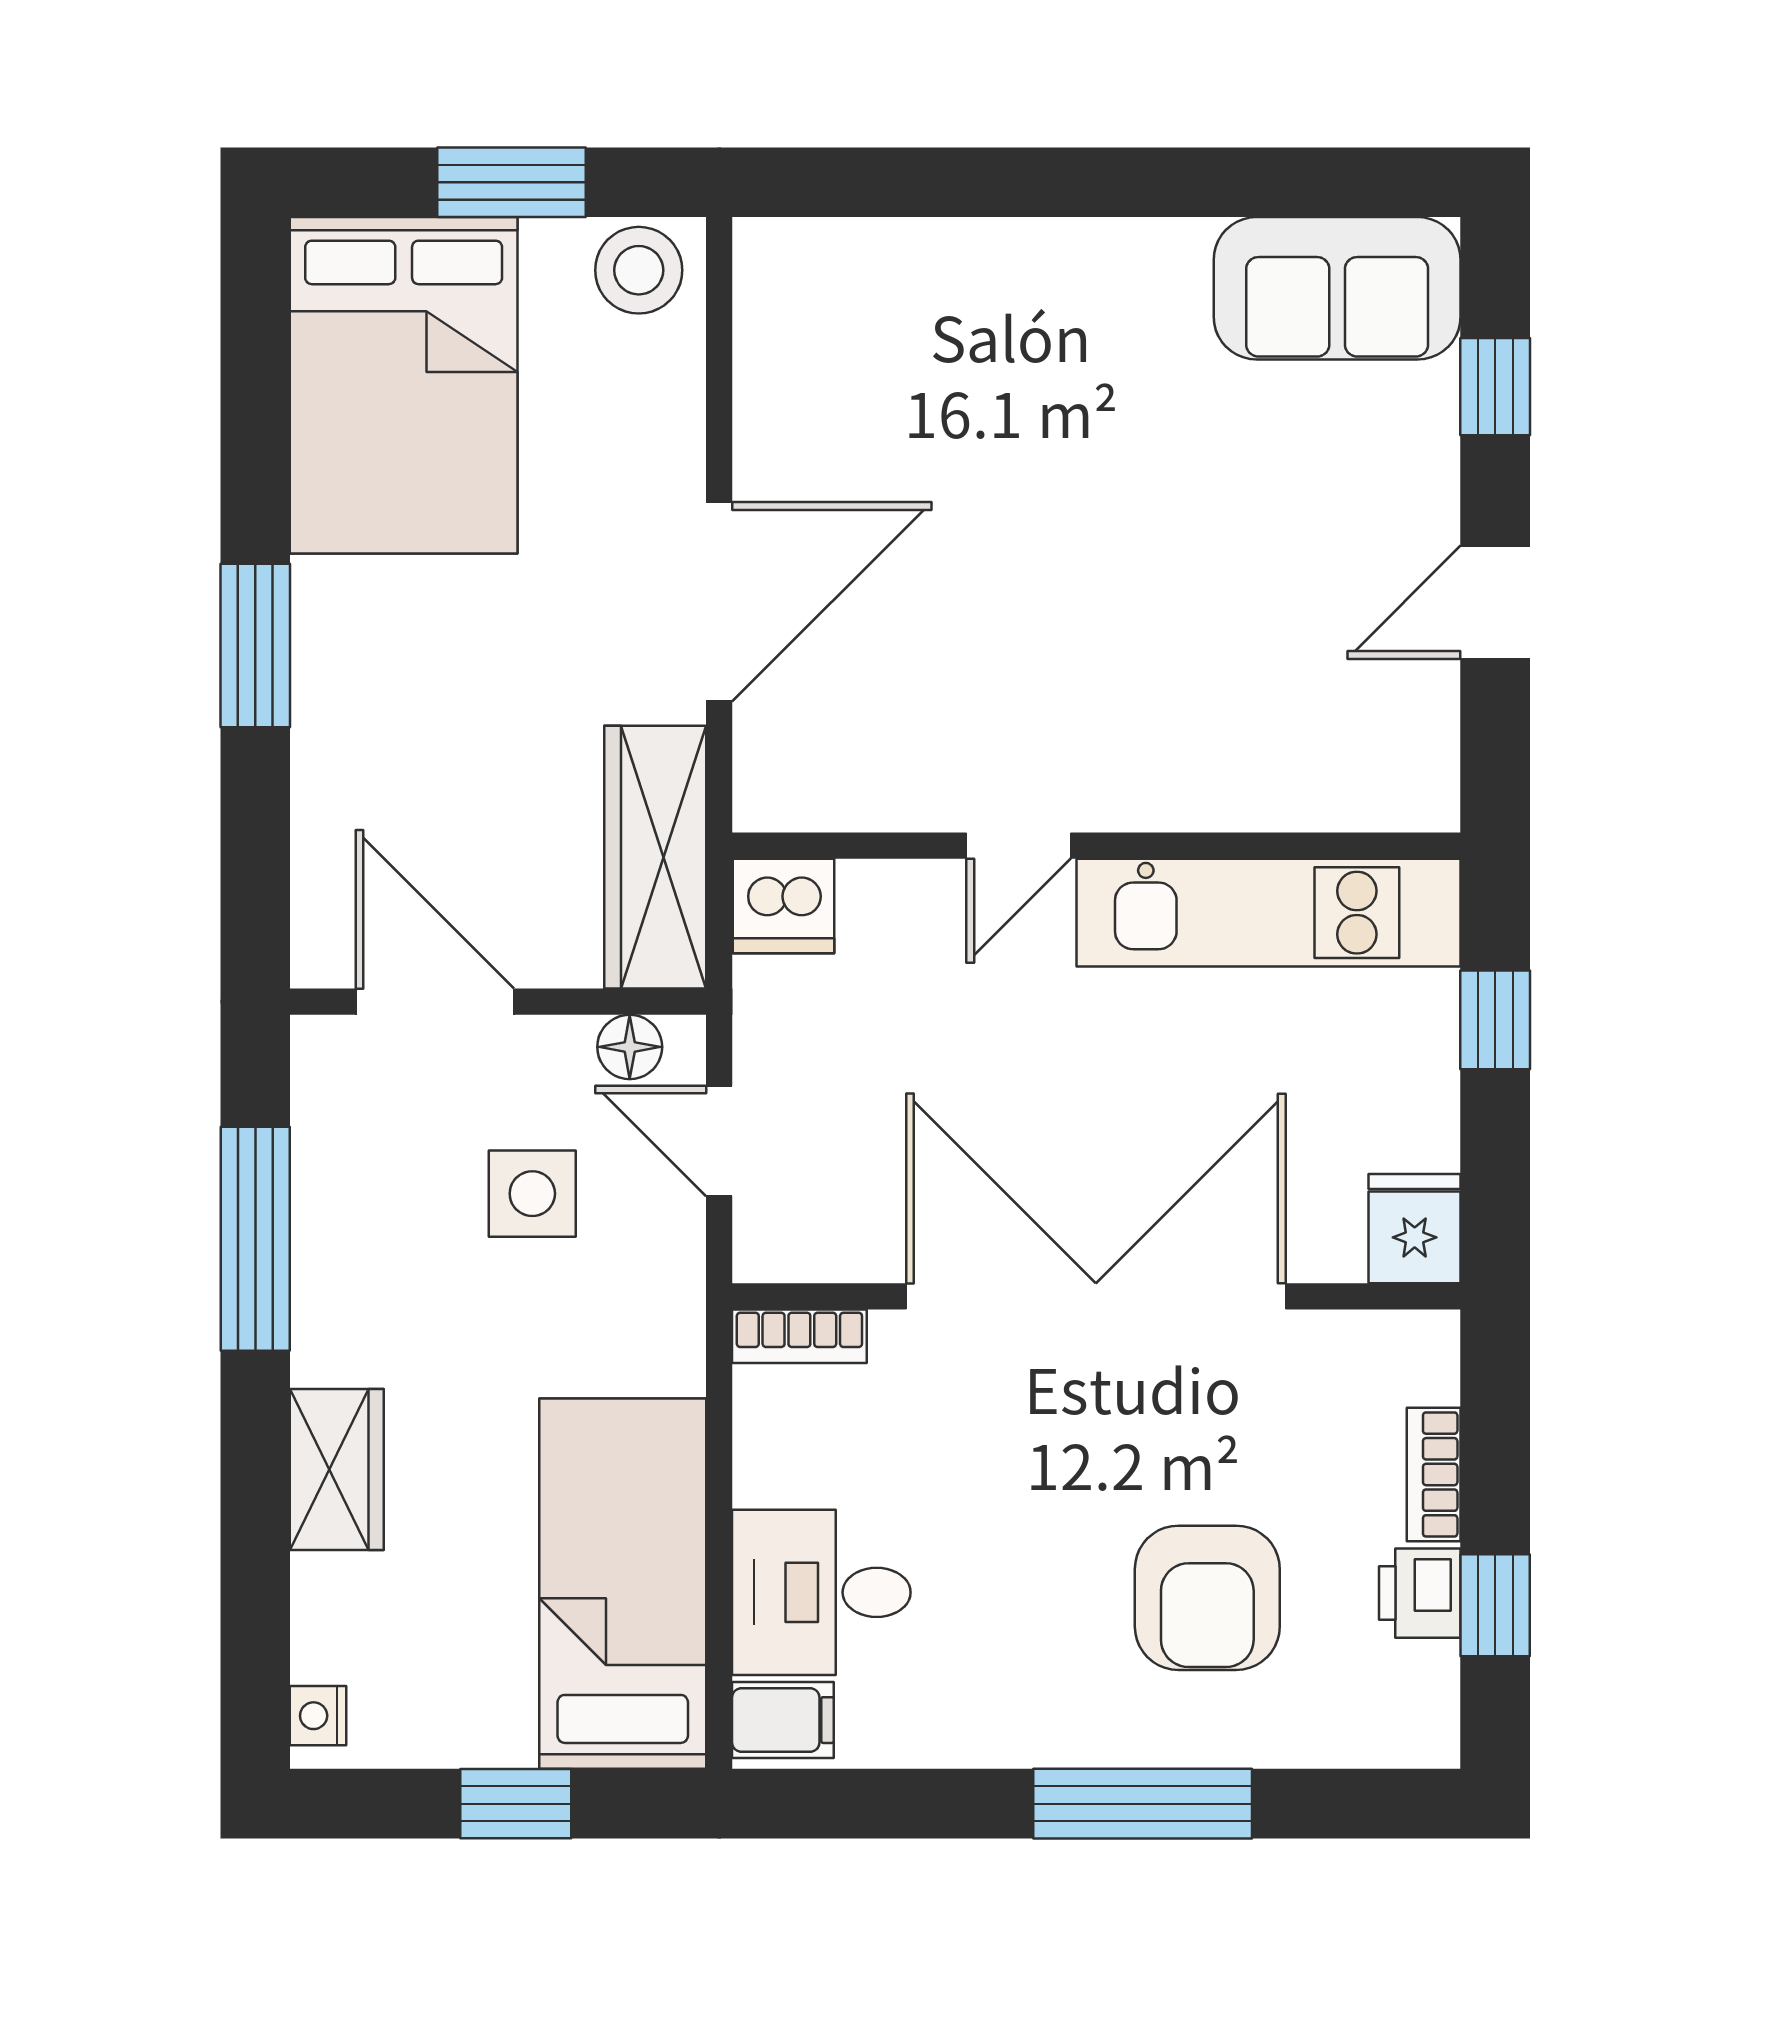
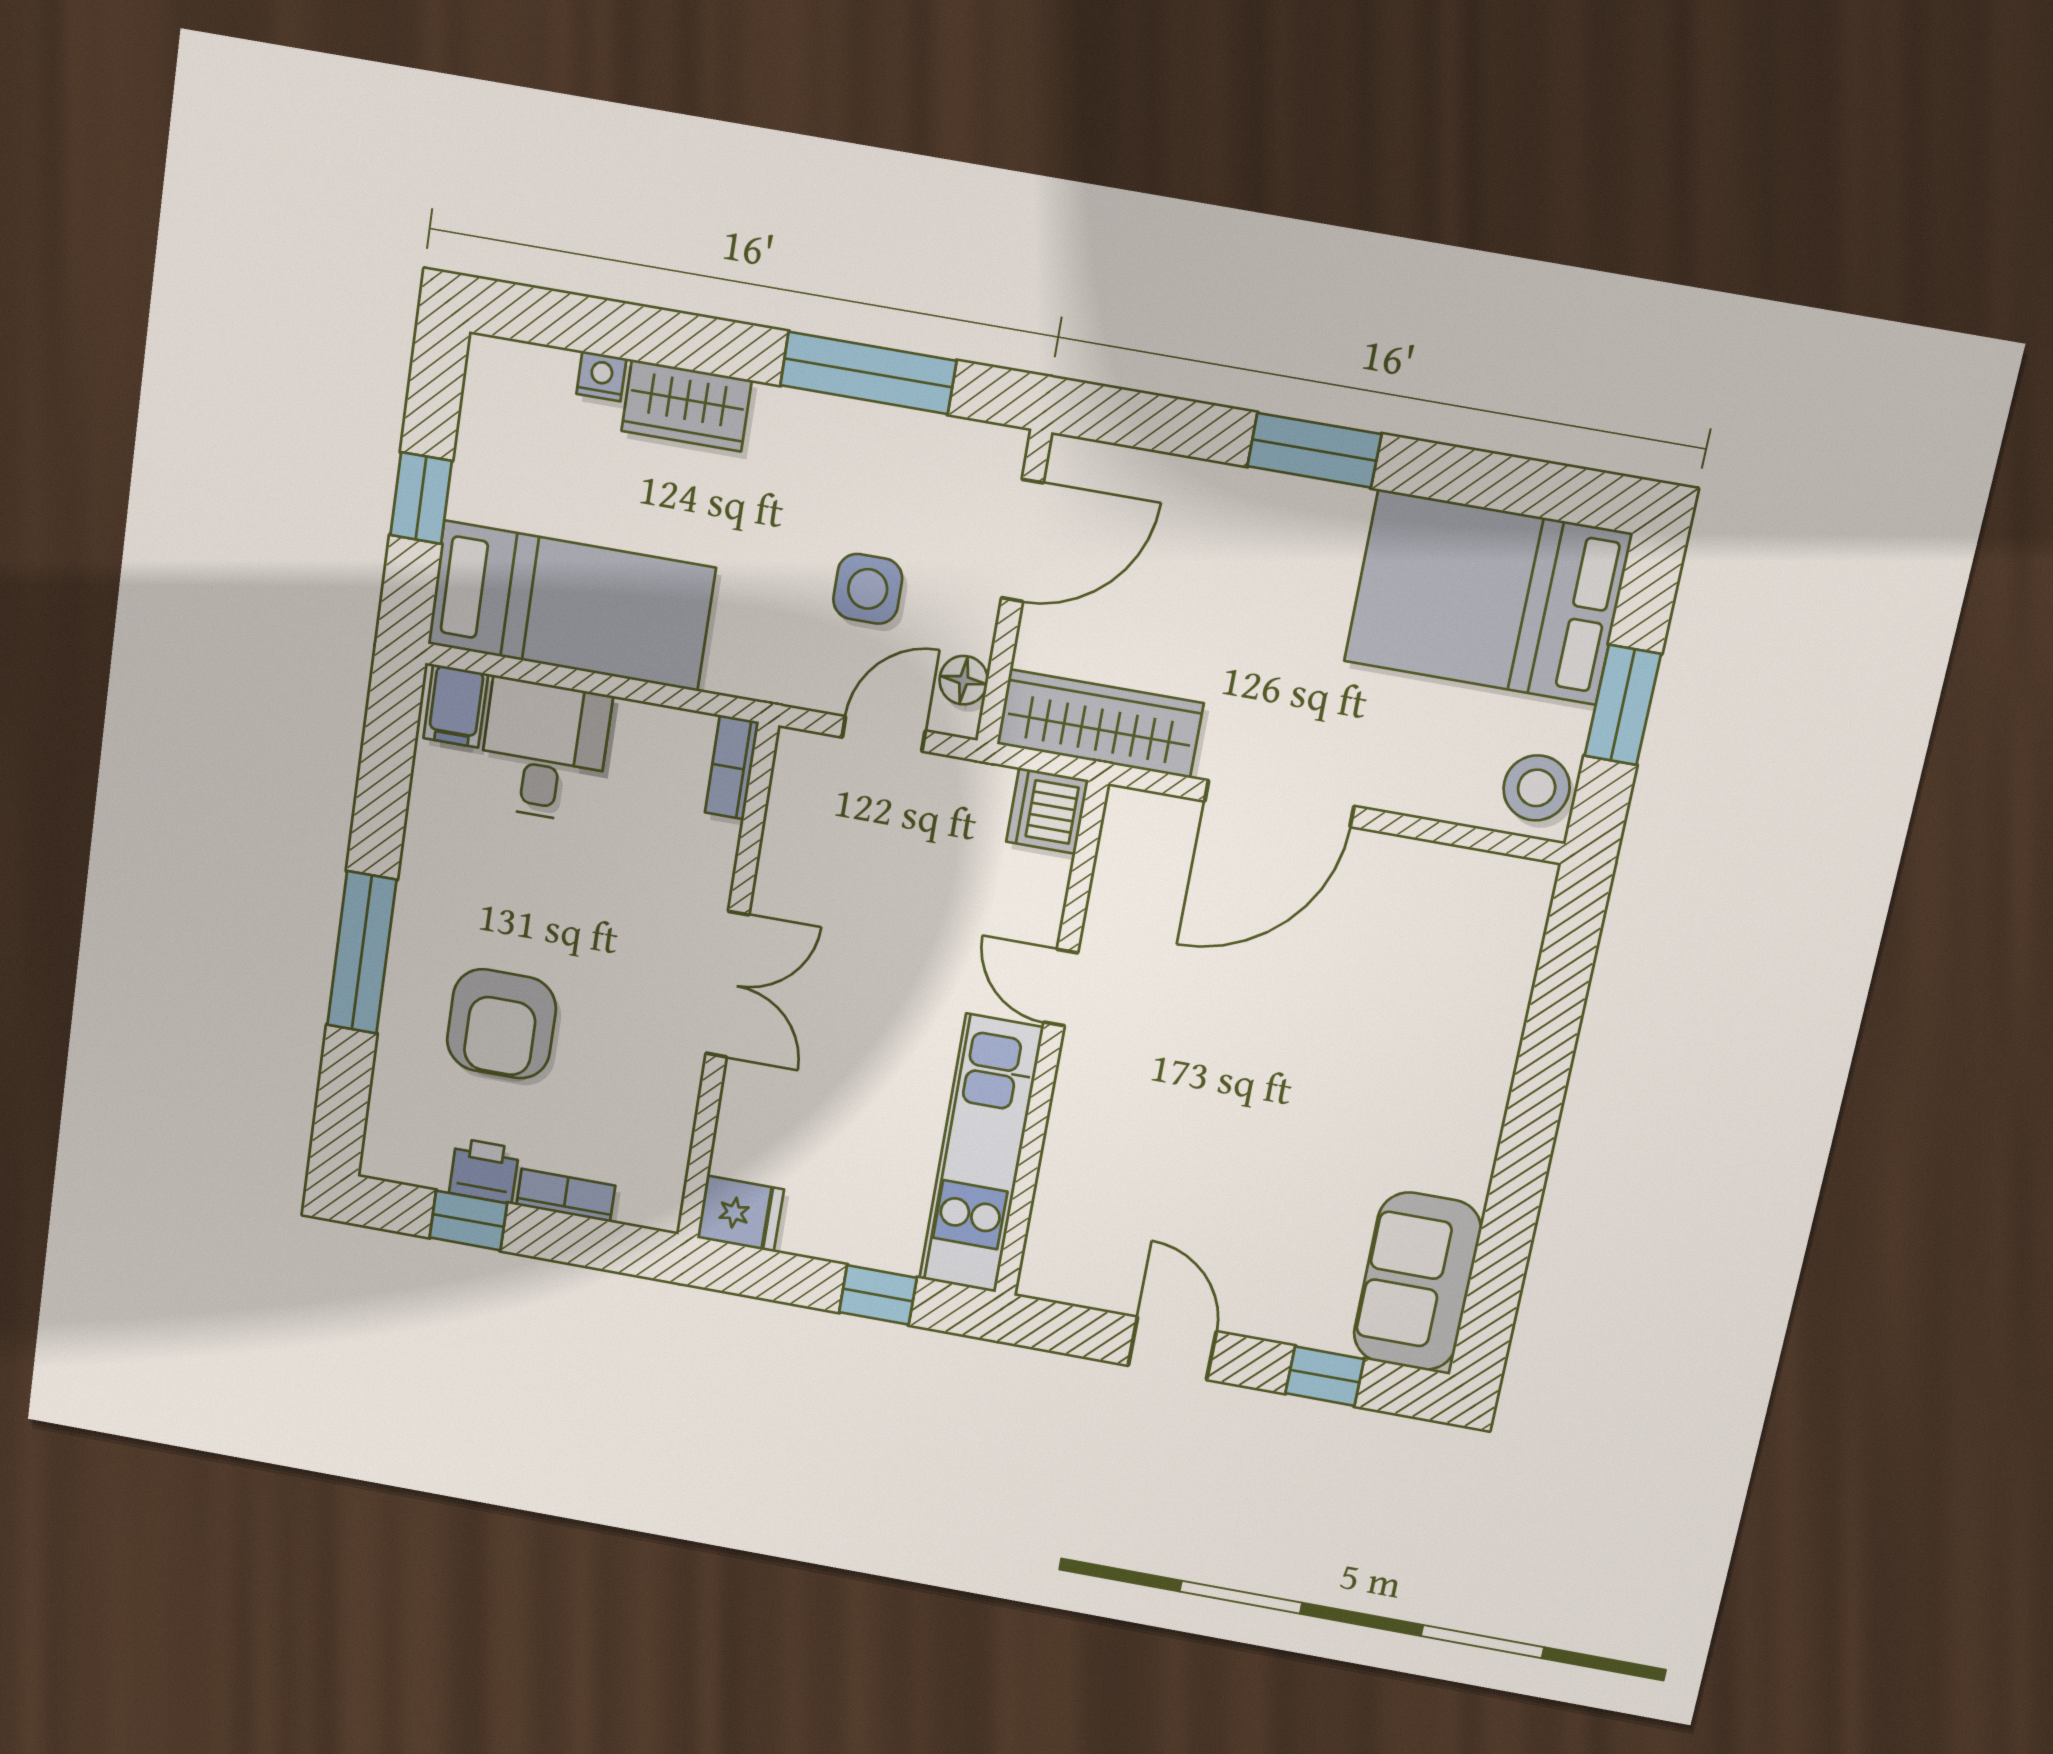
door: (719, 602) -> (1279, 804), hinge flipped
double door: (1096, 1296) -> (727, 984), width x0.54
armchair: (1207, 1598) -> (501, 1024), turned -90
nightstand: (318, 1716) -> (601, 376), moved

